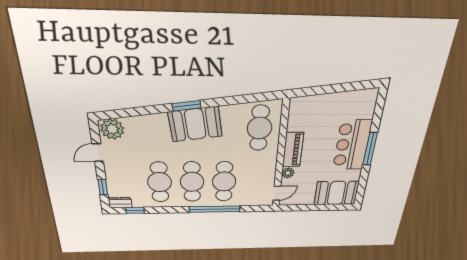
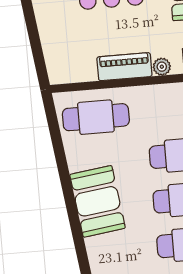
window: (187, 106) -> (73, 214), removed

